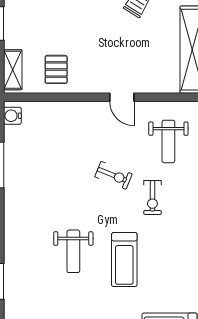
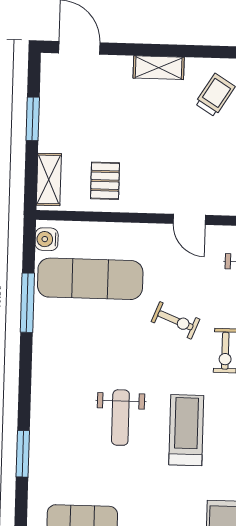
exercise mat: (47, 145) -> (90, 279), added
treadmill: (124, 260) -> (186, 430), turned 180

